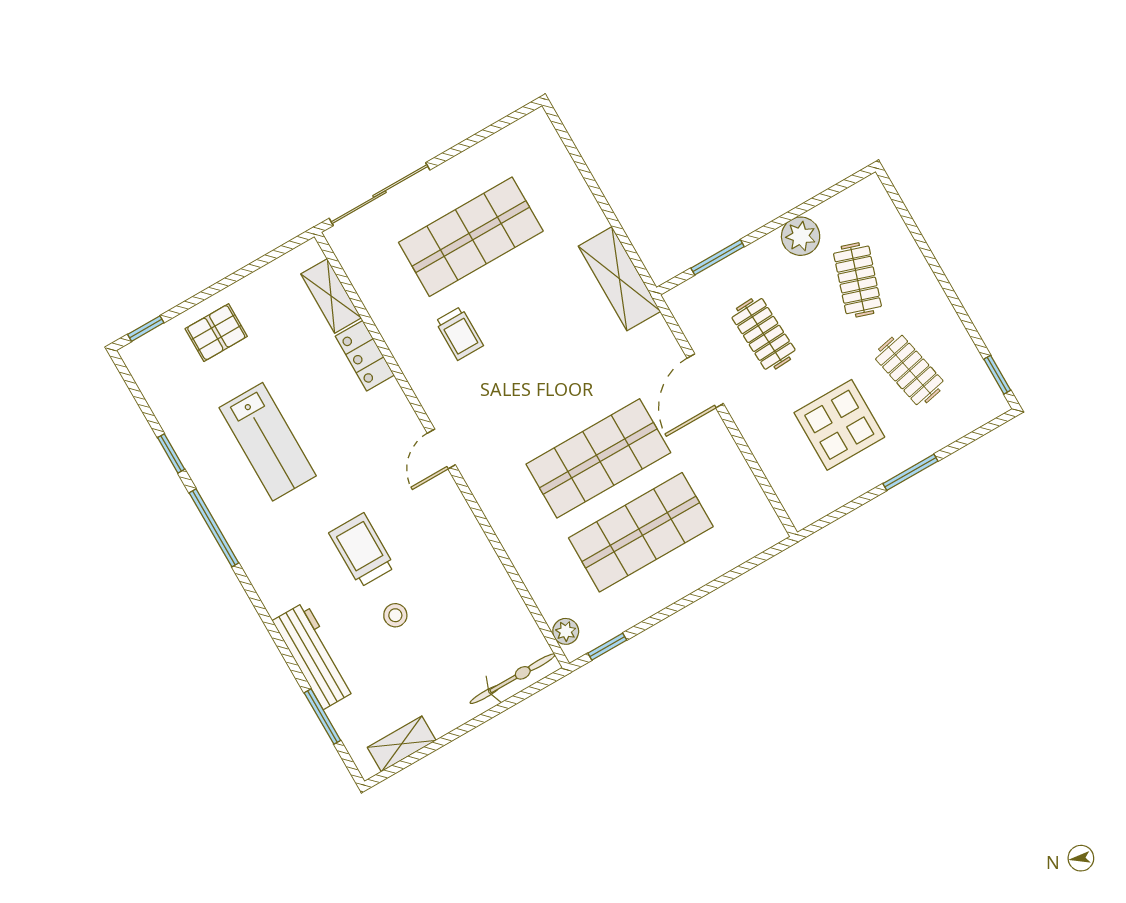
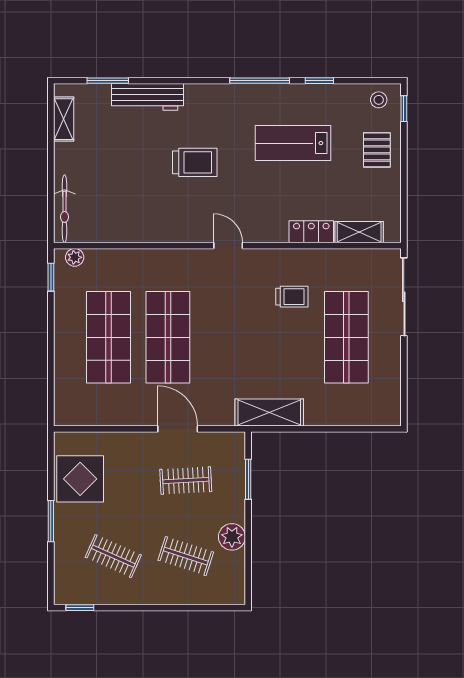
trolley: (459, 333) -> (292, 297), turned 180
clothes rail: (909, 370) -> (113, 556), turned 36
display table: (839, 425) -> (80, 479), moved
stool: (395, 615) -> (379, 100), moved

